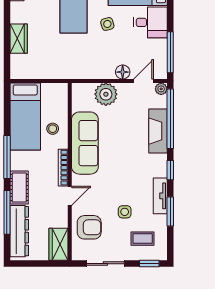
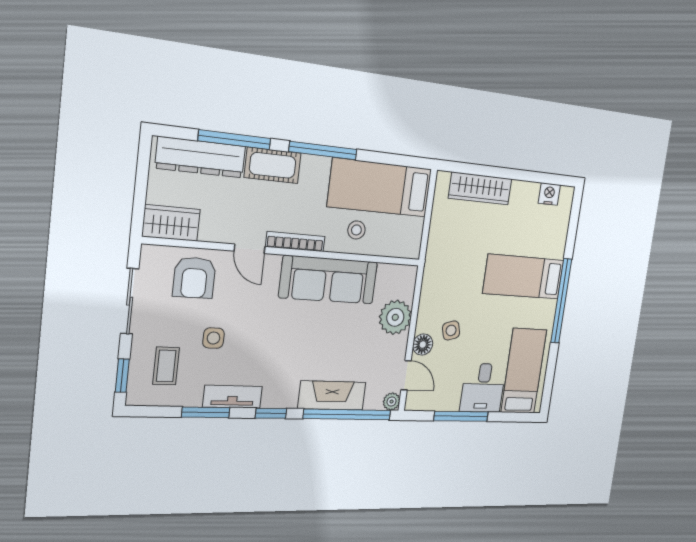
side table: (107, 24) -> (451, 330), moved
wardrobe: (19, 39) -> (480, 189), width x1.50
window: (170, 52) -> (461, 416), moved

